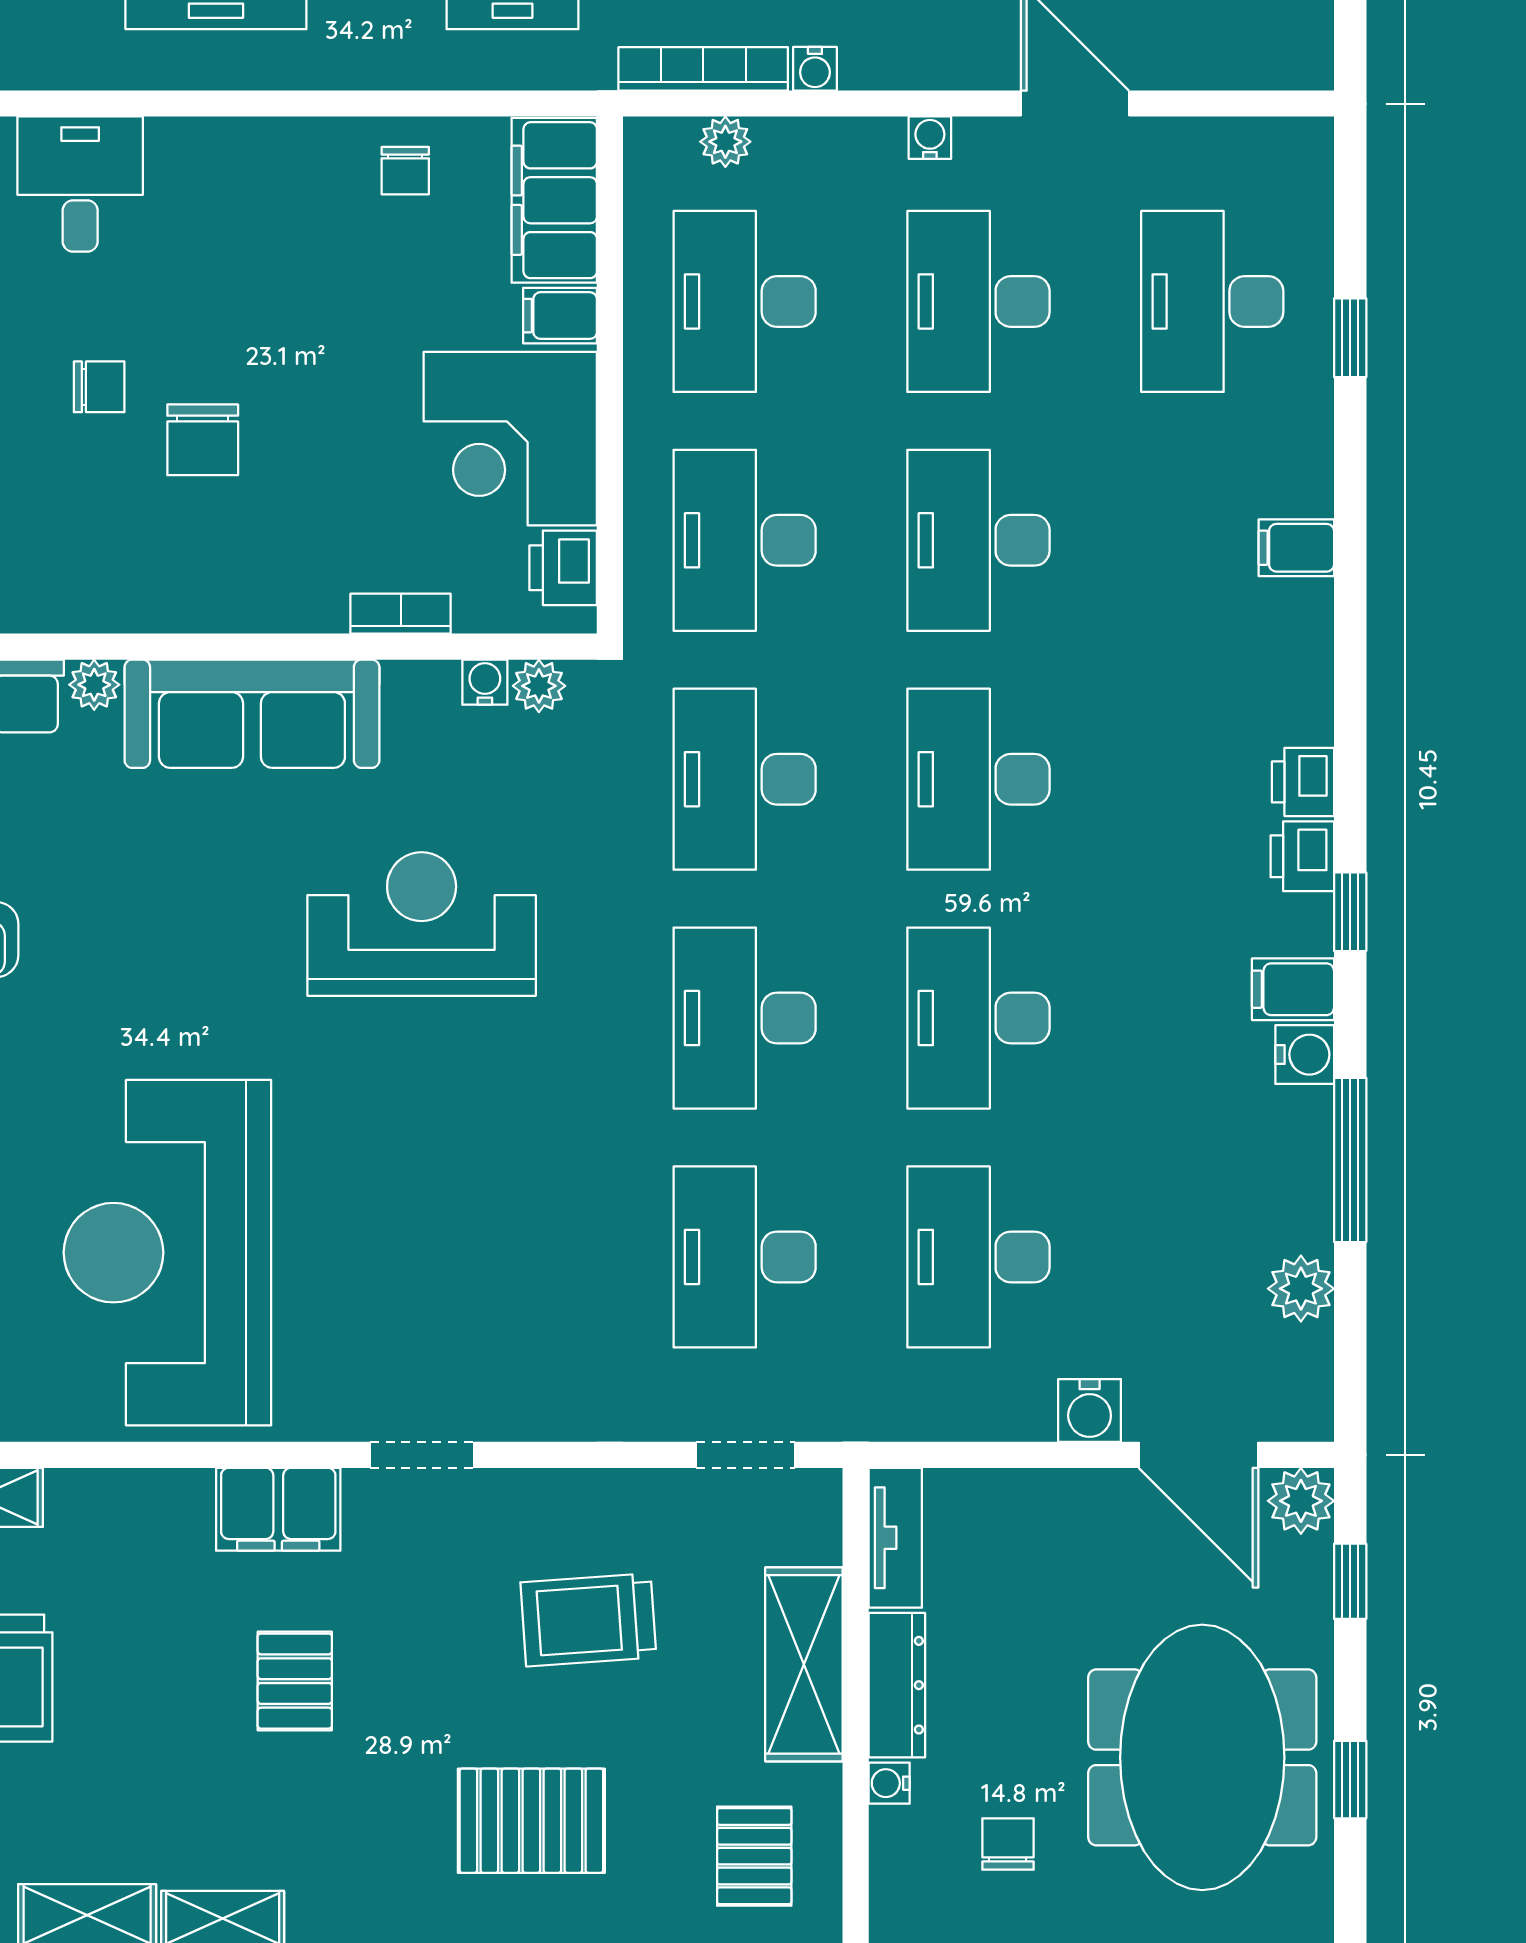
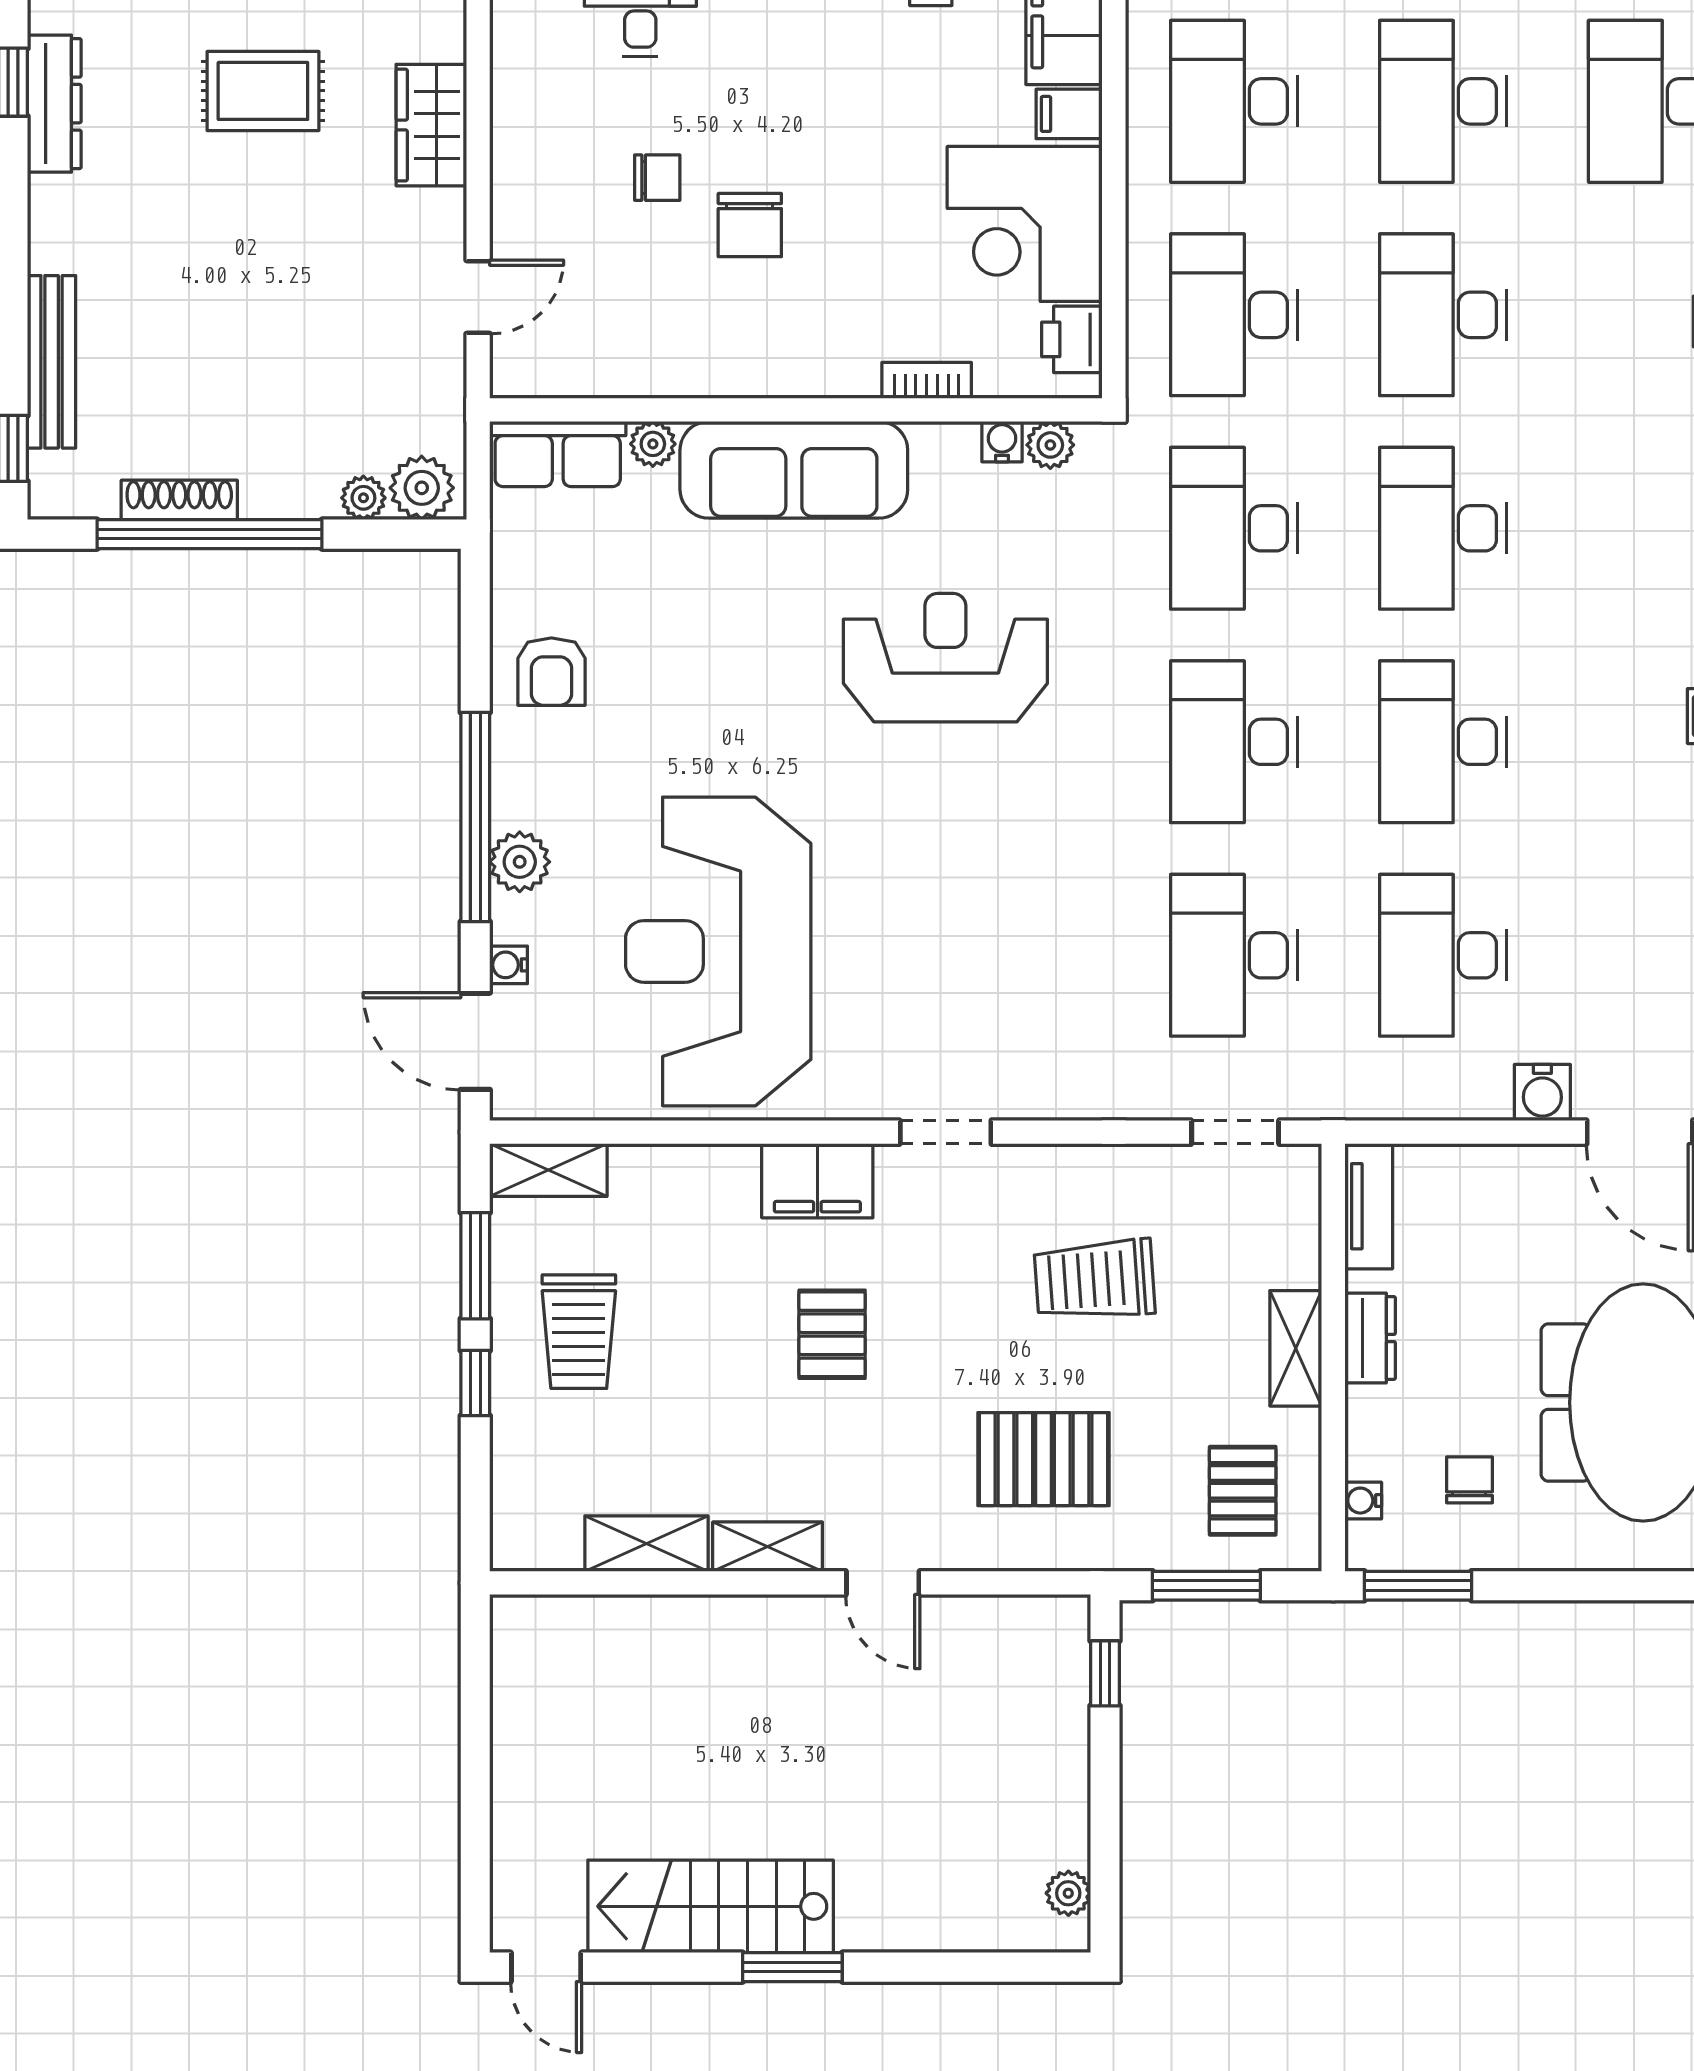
shelving: (804, 1664) -> (1296, 1348), width x0.67, depth x0.75
dresser: (897, 1685) -> (1370, 1338), width x0.70
water cooler: (889, 1783) -> (1363, 1501), moved

